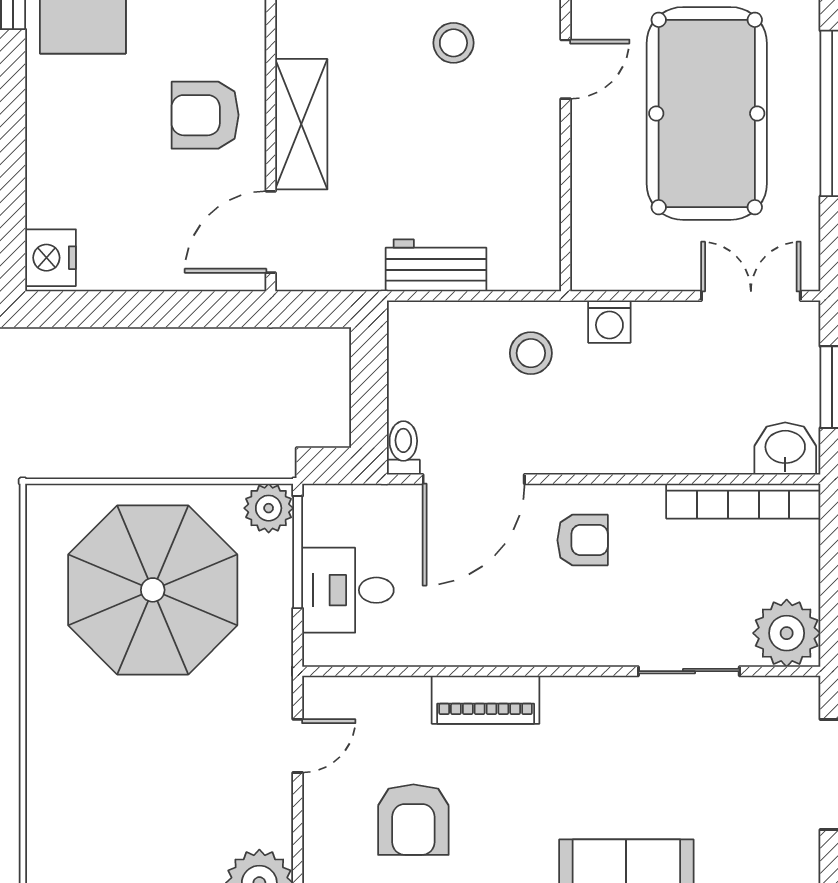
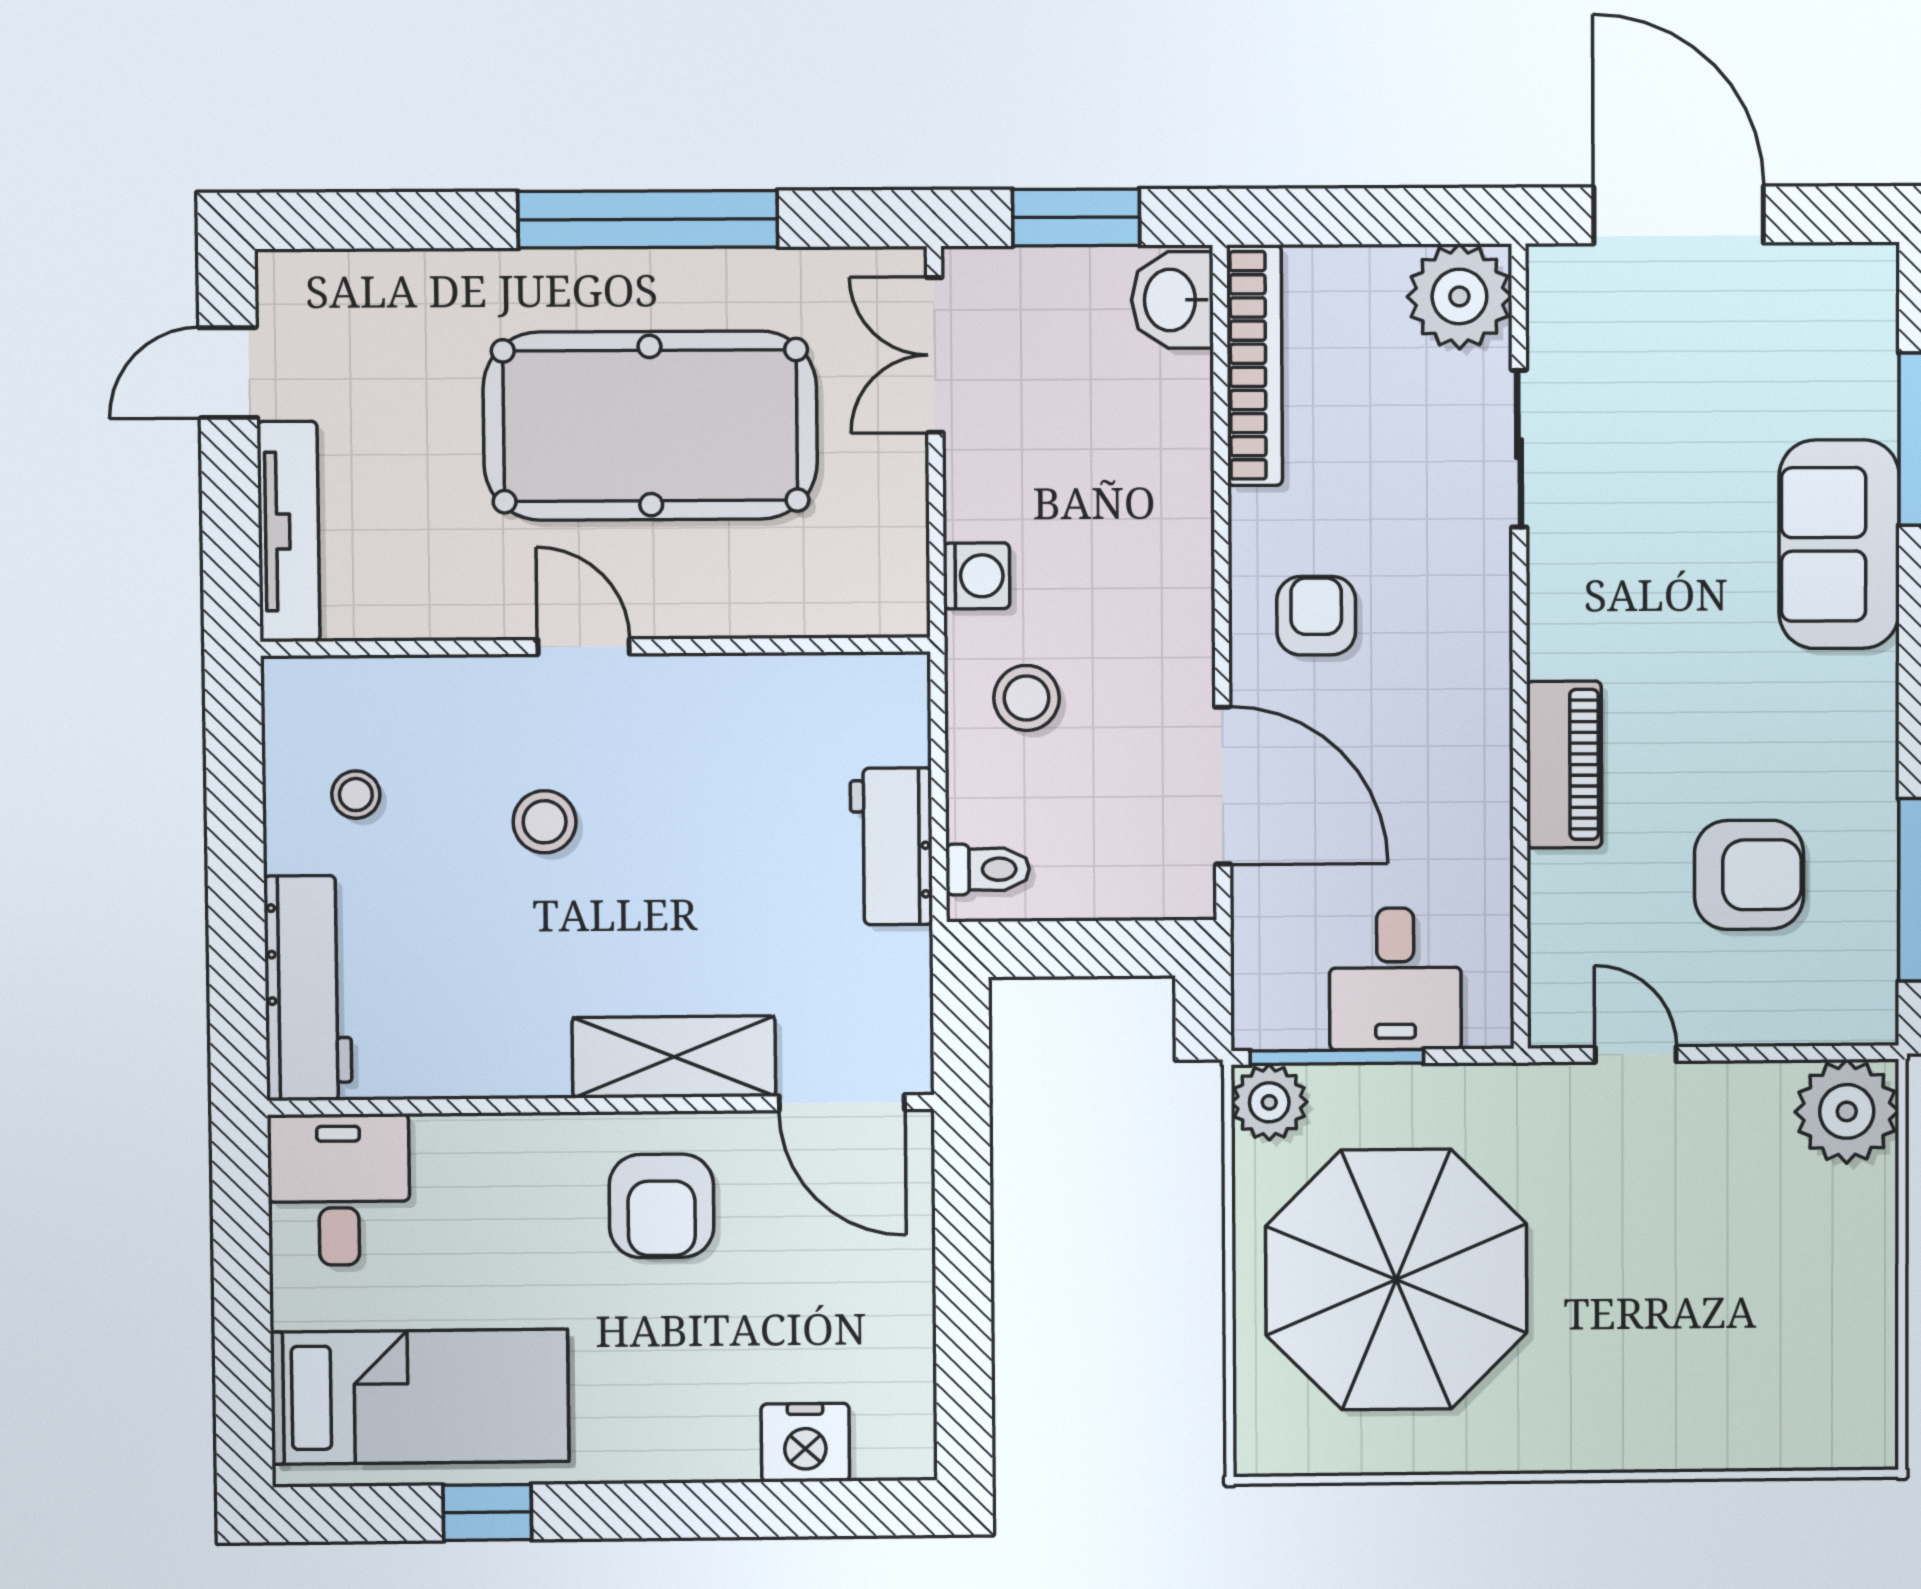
nightstand: (50, 258) -> (805, 1443), moved
toilet: (403, 448) -> (988, 869), moved, turned 180

